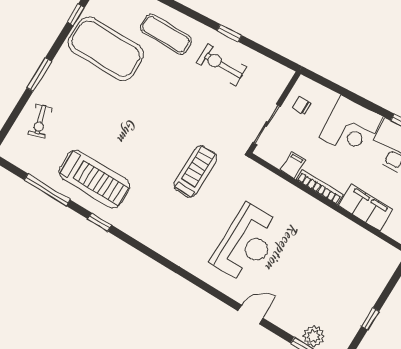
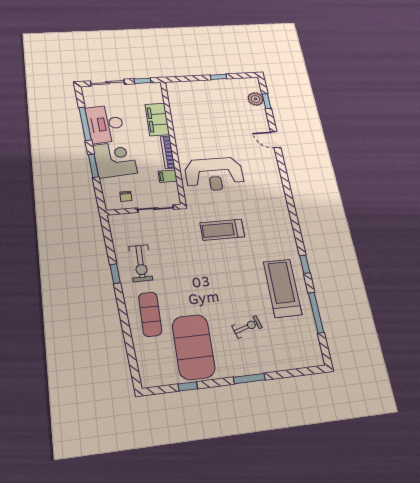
window: (359, 100) -> (93, 166), added
exercise bike: (40, 121) -> (247, 327), moved
reception desk: (246, 243) -> (214, 174), moved, turned 180

